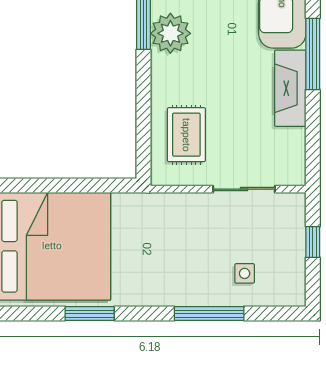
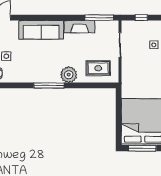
plant: (170, 33) -> (69, 75), moved
window: (313, 54) -> (99, 18), moved

